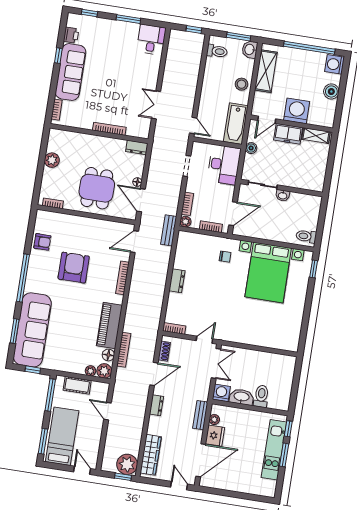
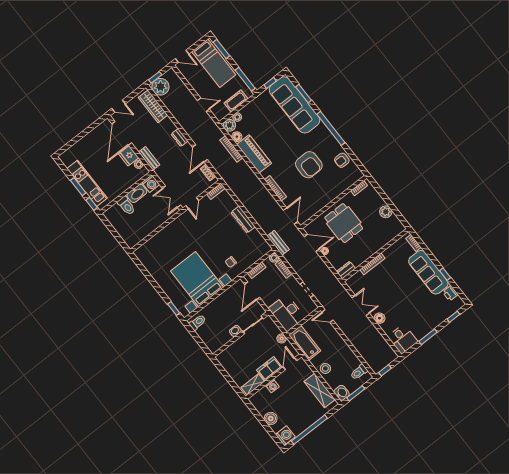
floor lamp: (152, 78) -> (380, 318), added
washing machine: (297, 111) -> (272, 386), width x0.53, depth x0.53
dresser: (177, 281) -> (243, 220), width x1.44

